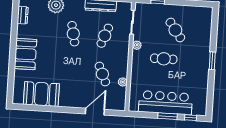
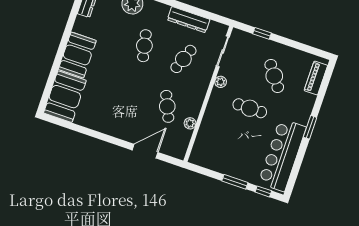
piano: (207, 23) -> (316, 78), added
booth: (41, 94) -> (65, 97), moved, turned 90
bar counter: (165, 103) -> (282, 155), moved, turned -90

